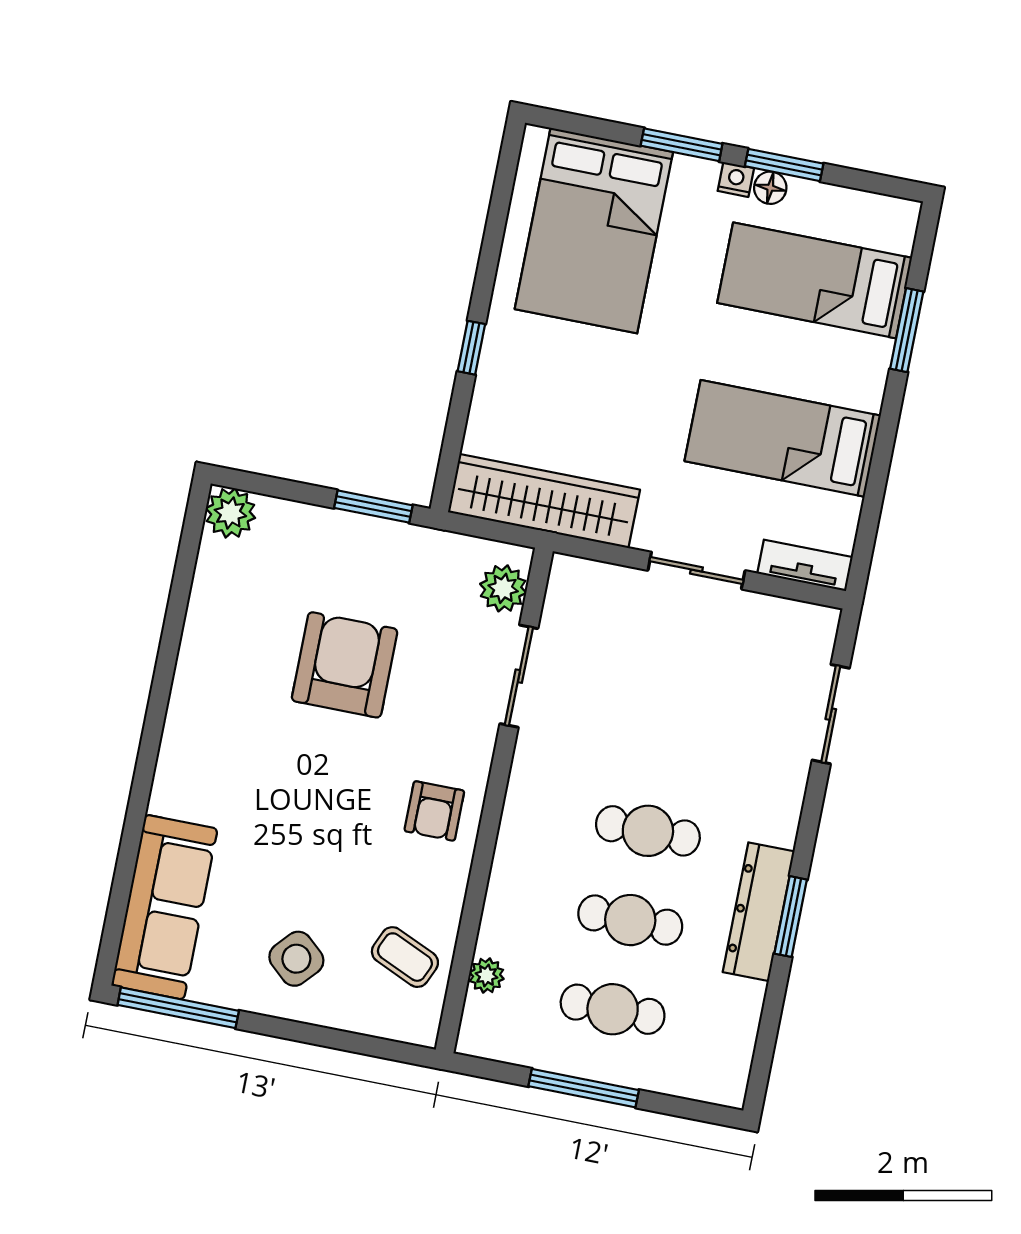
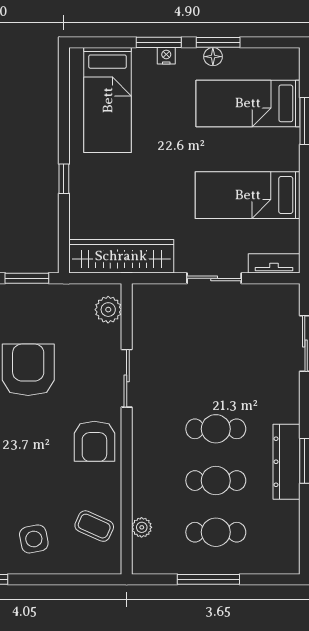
nightstand: (736, 179) -> (166, 56), moved
bed: (594, 231) -> (108, 100), width x0.67
sliding door: (519, 676) -> (127, 378), moved
armchair: (434, 811) -> (94, 441), width x1.38, depth x1.38
side table: (296, 959) -> (34, 539), turned 37

